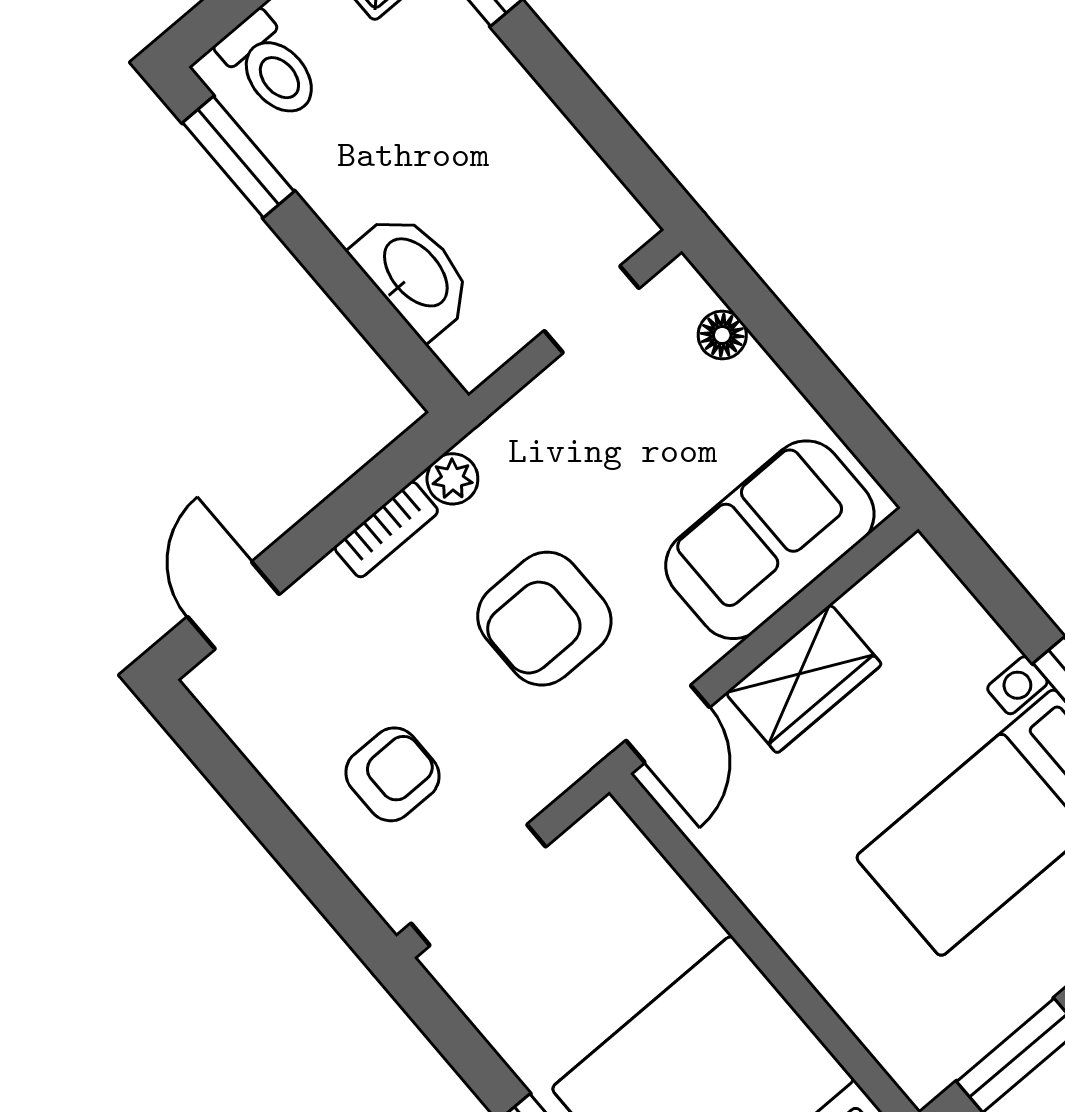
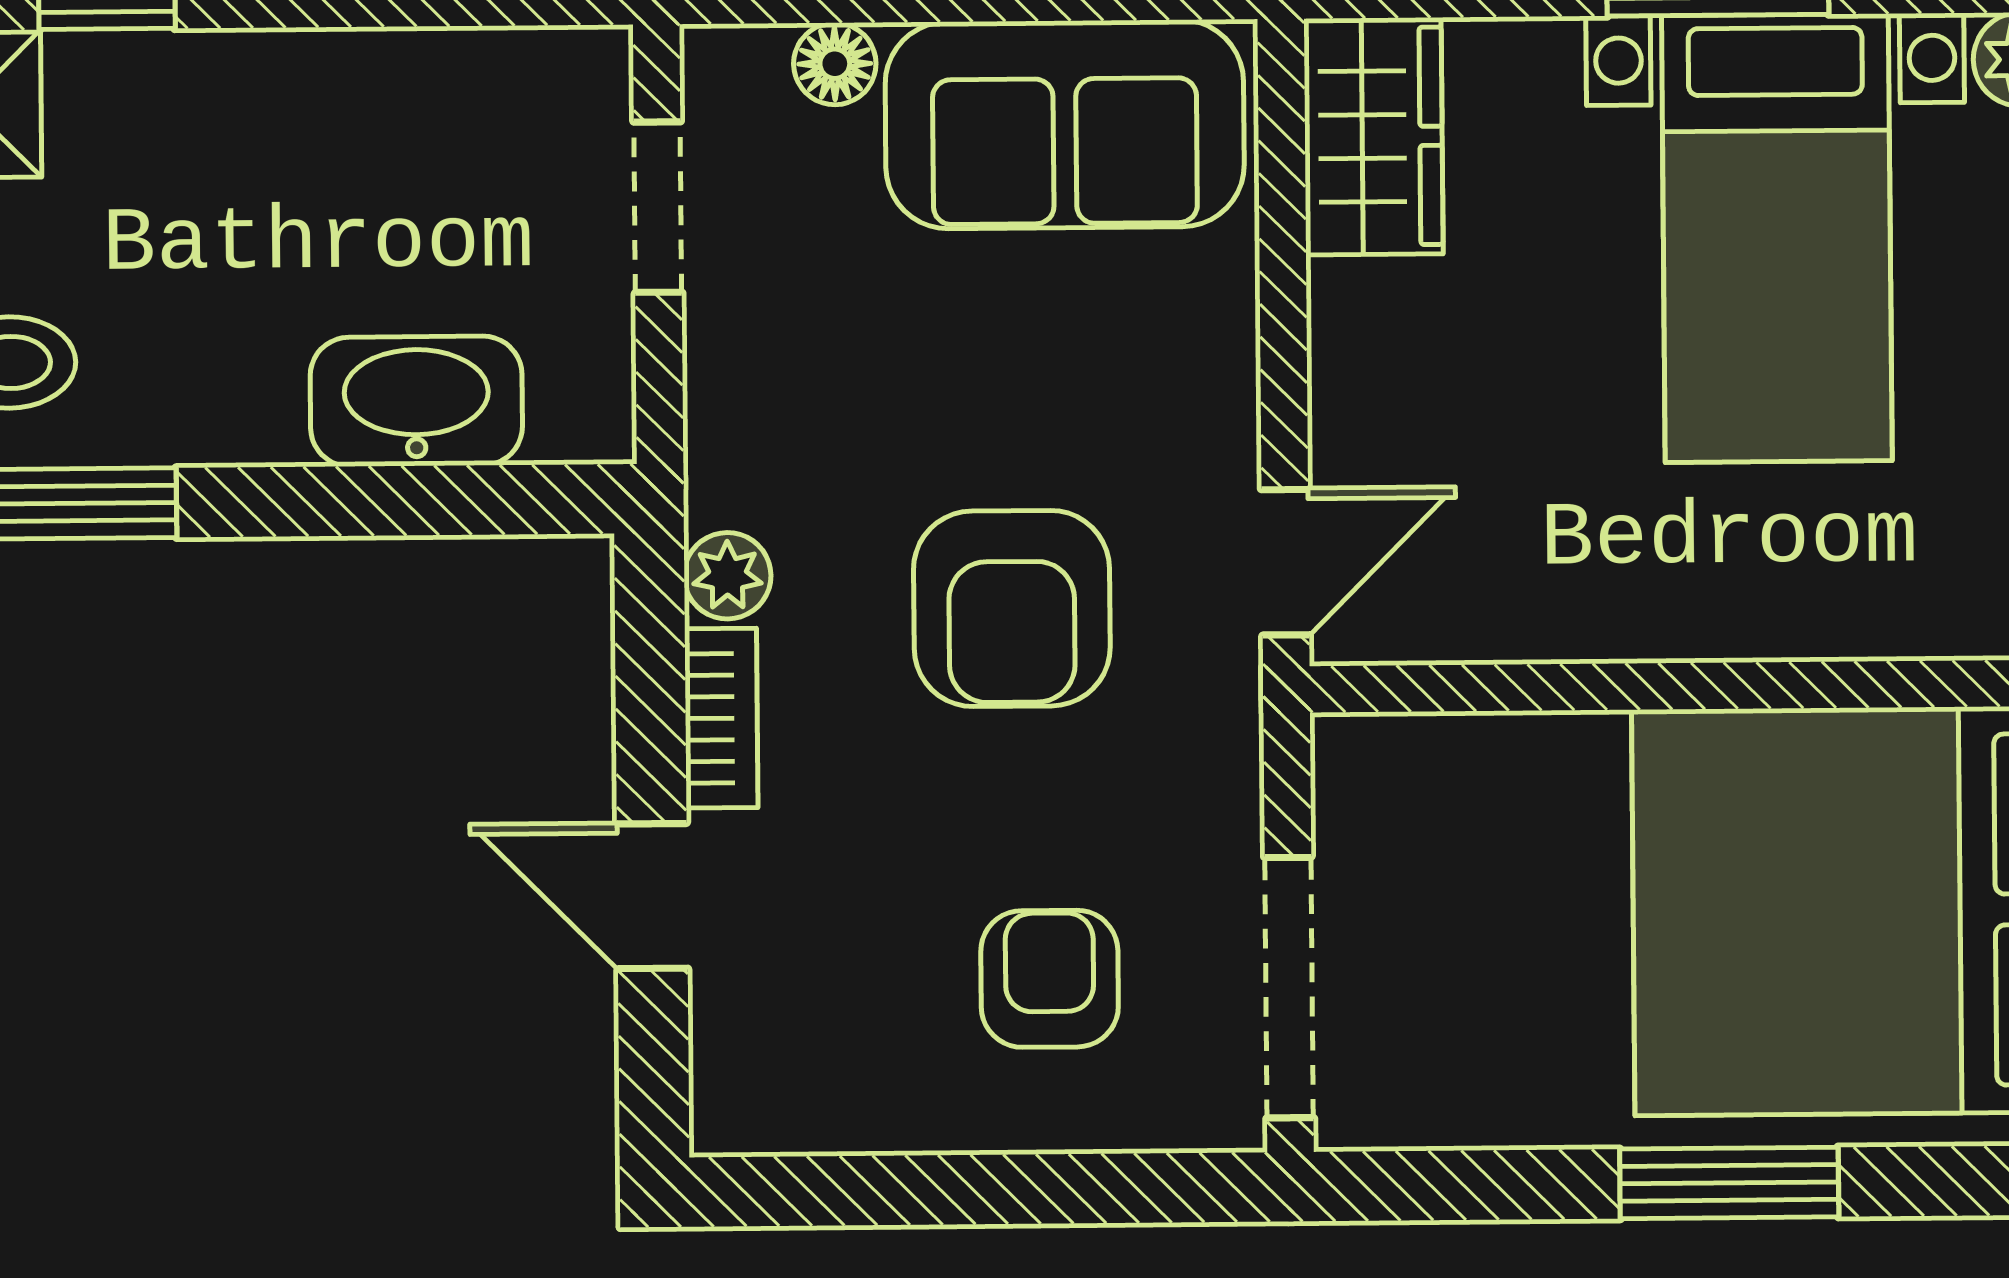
sofa: (770, 540) -> (1065, 124), moved, turned -90
door: (233, 605) -> (652, 896), moved
wardrobe: (804, 679) -> (1373, 136), moved
door: (668, 724) -> (1285, 562), hinge flipped

